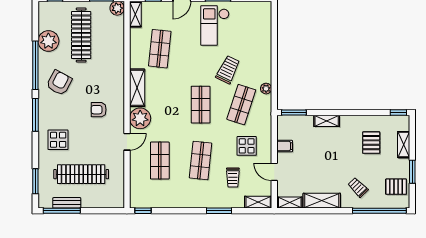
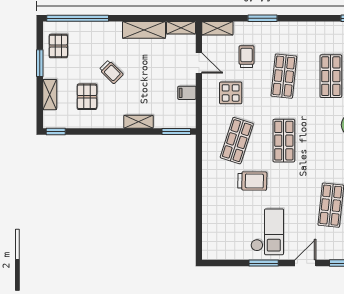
trolley: (228, 70) -> (252, 181), turned -115
plant: (266, 89) -> (208, 159), removed
trolley: (358, 187) -> (111, 72), moved
pallet: (396, 187) -> (58, 46), turned 90

